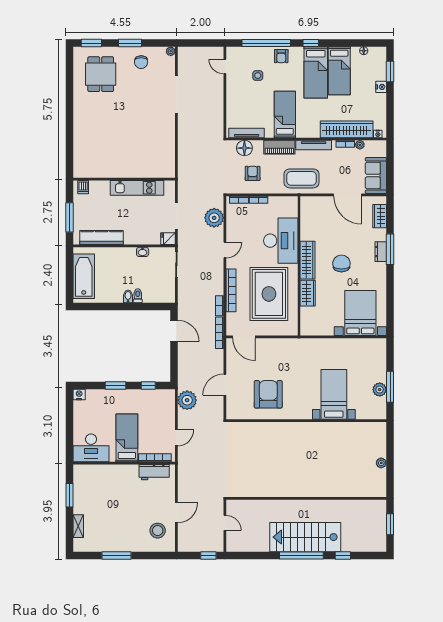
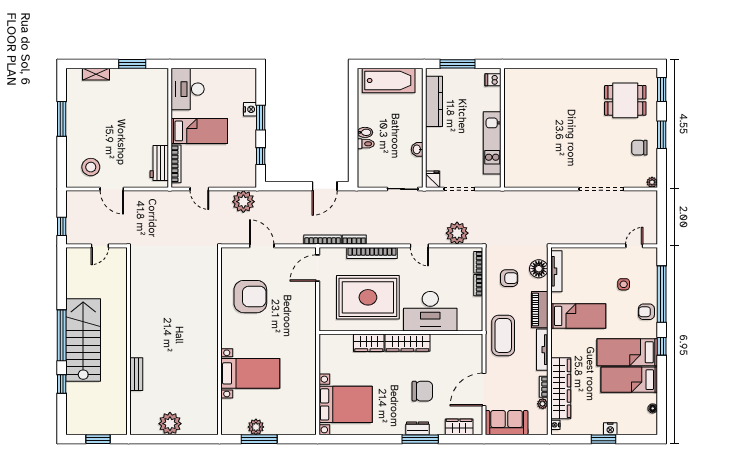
window: (390, 72) -> (603, 439), moved
chair: (341, 263) -> (422, 391), moved
nightstand: (79, 395) -> (250, 109), moved
plant: (381, 463) -> (170, 424), width x1.88, depth x1.88
bench: (334, 492) -> (136, 374), added

